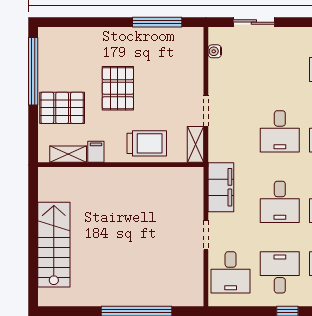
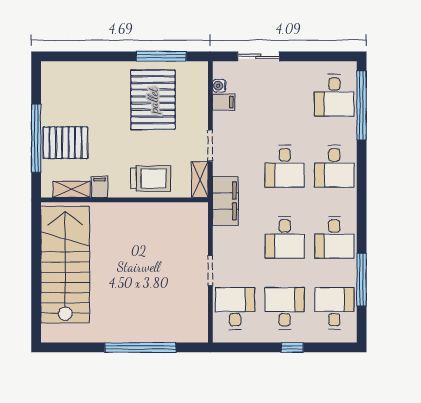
filing cabinet: (219, 68) -> (224, 102), added
window: (33, 71) -> (36, 138), moved
pallet: (118, 88) -> (153, 100), moved, width x1.37, depth x1.41
filing cabinet: (221, 187) -> (225, 201), moved
stairs: (54, 245) -> (65, 265), width x1.36, depth x1.51
desk: (231, 272) -> (235, 308), turned 180

